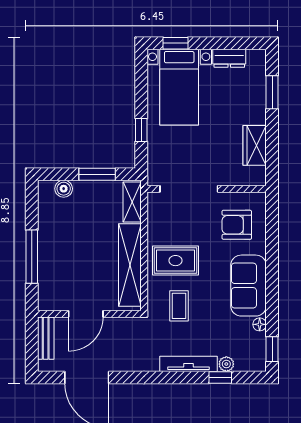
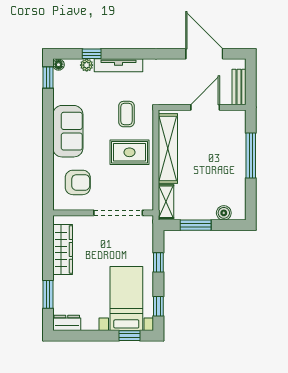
dresser: (229, 58) -> (67, 323), moved
window: (141, 78) -> (158, 306), added
wardrobe: (255, 145) -> (63, 249), width x1.50
floor lamp: (260, 324) -> (59, 65), moved

